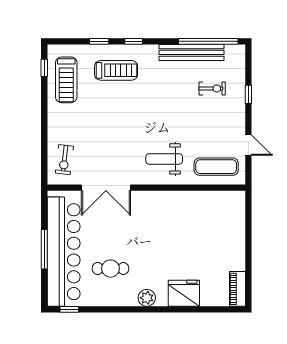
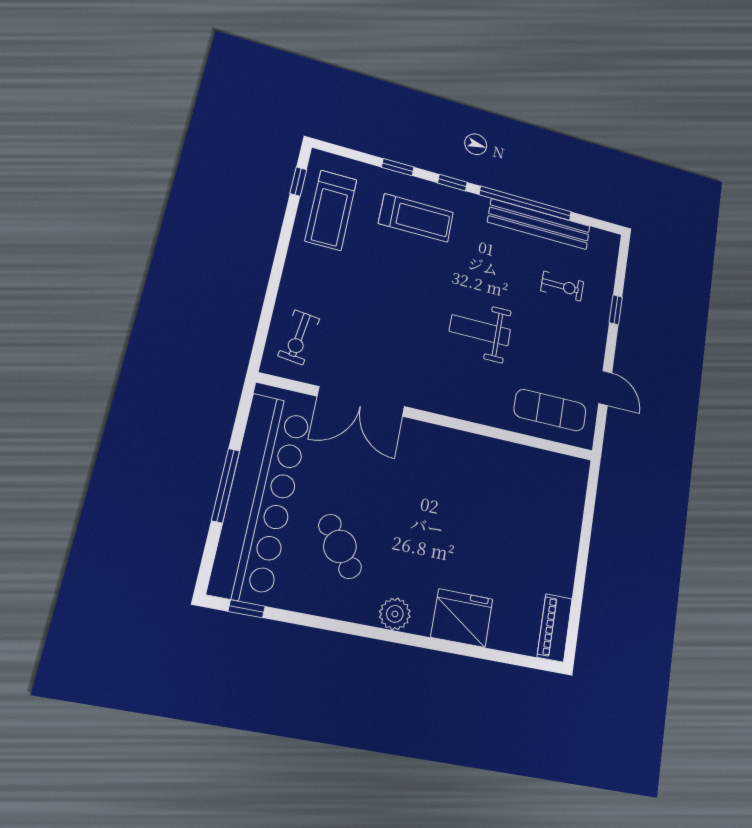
window: (208, 41) -> (525, 203), moved
weight bench: (164, 159) -> (480, 330), moved
cafe table: (110, 269) -> (340, 546), turned 53

